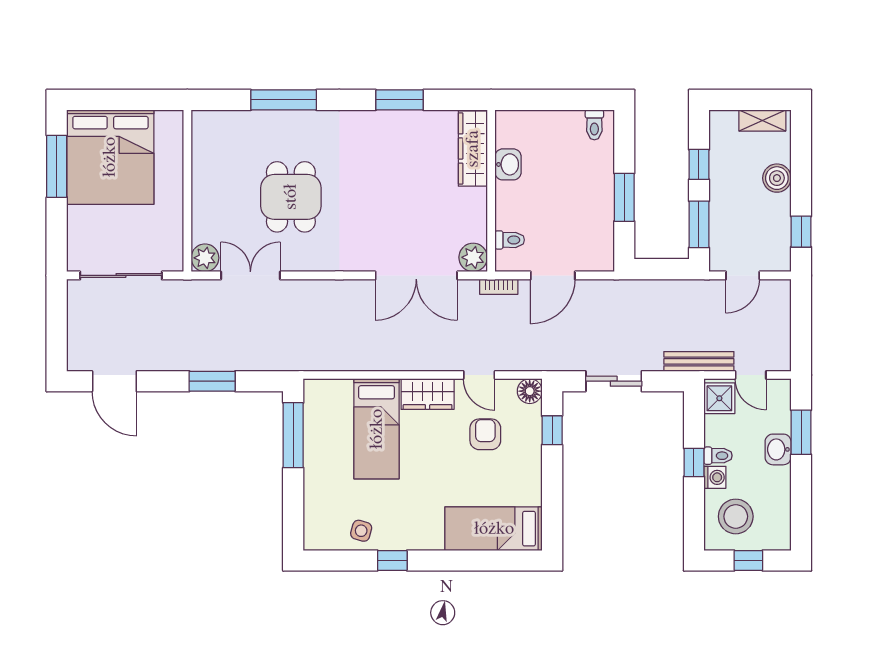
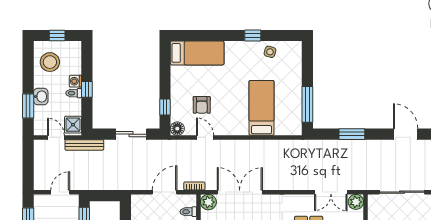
wardrobe: (428, 394) -> (233, 127), removed
stool: (736, 516) -> (50, 62), moved

